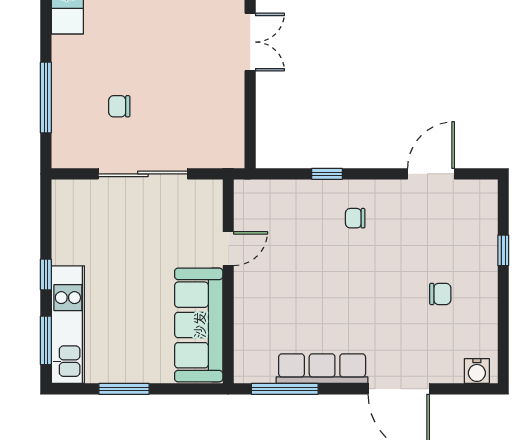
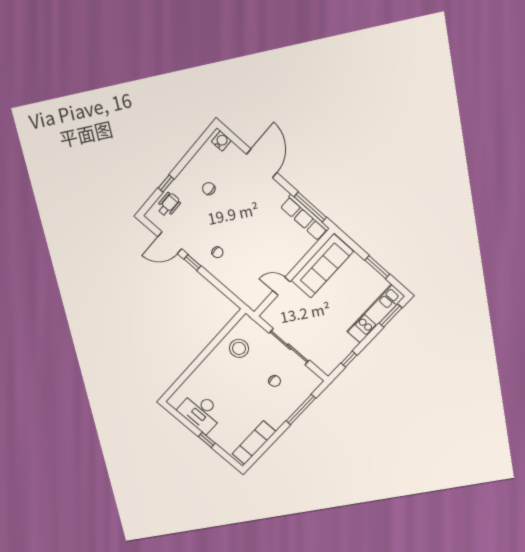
double door: (250, 42) -> (199, 360), removed
stool: (209, 109) -> (239, 348), added
window: (327, 174) -> (192, 262), moved
wheelchair: (476, 225) -> (168, 205), added
window: (46, 275) -> (349, 359), moved
row of seats: (322, 369) -> (305, 218), moved

